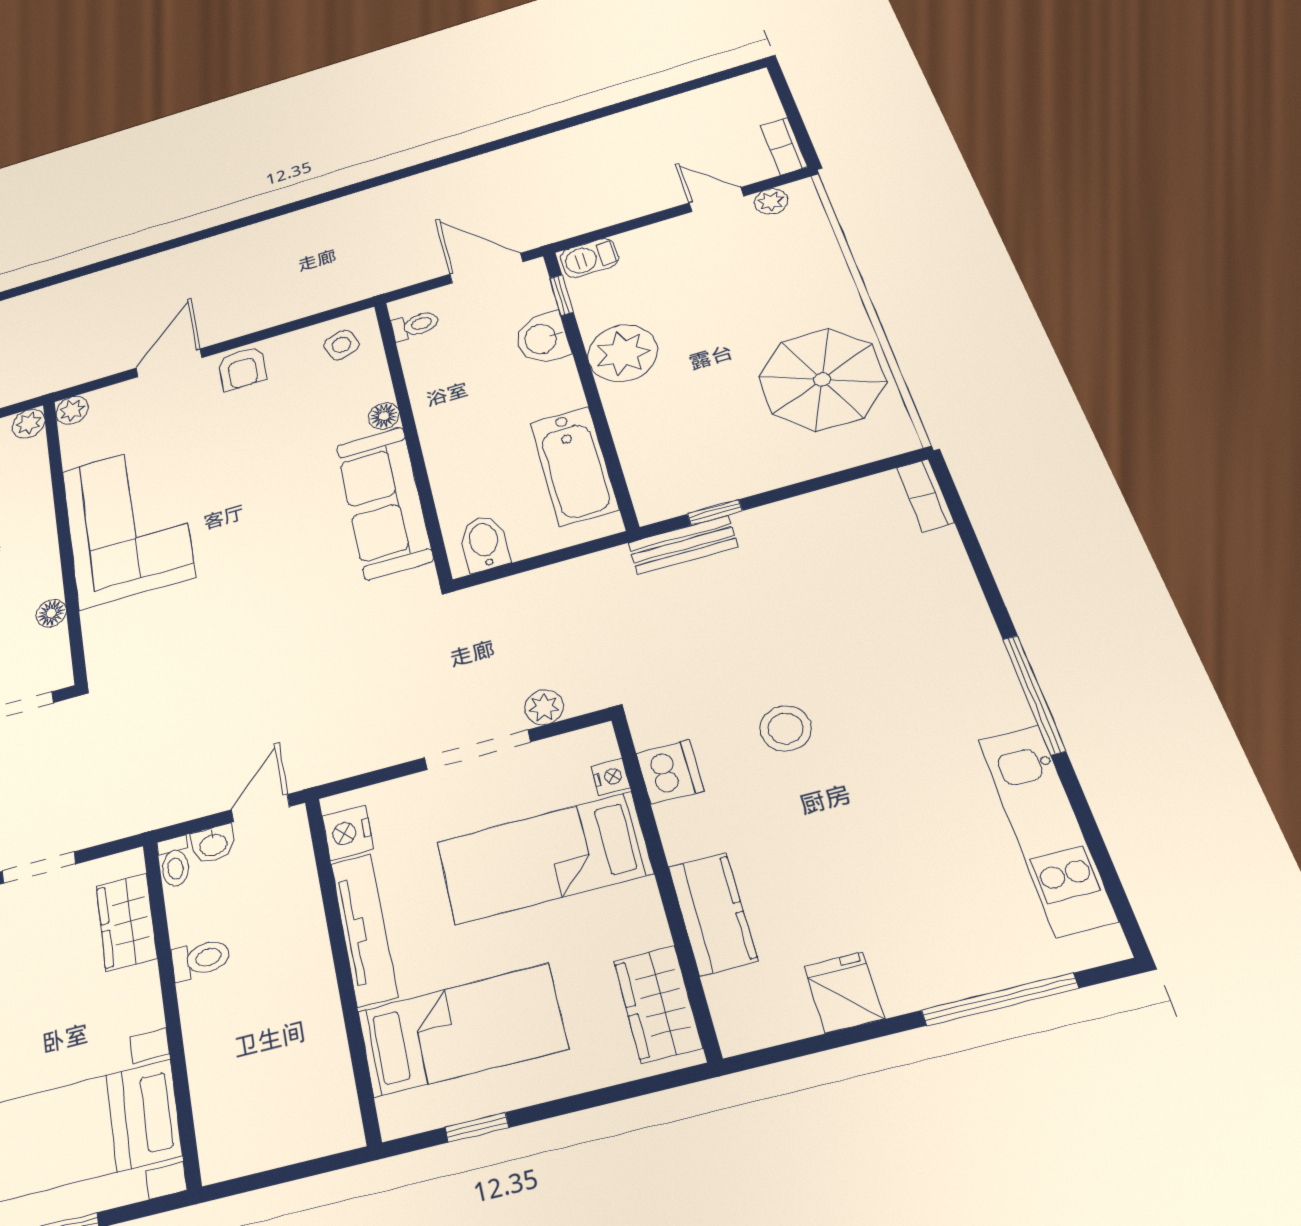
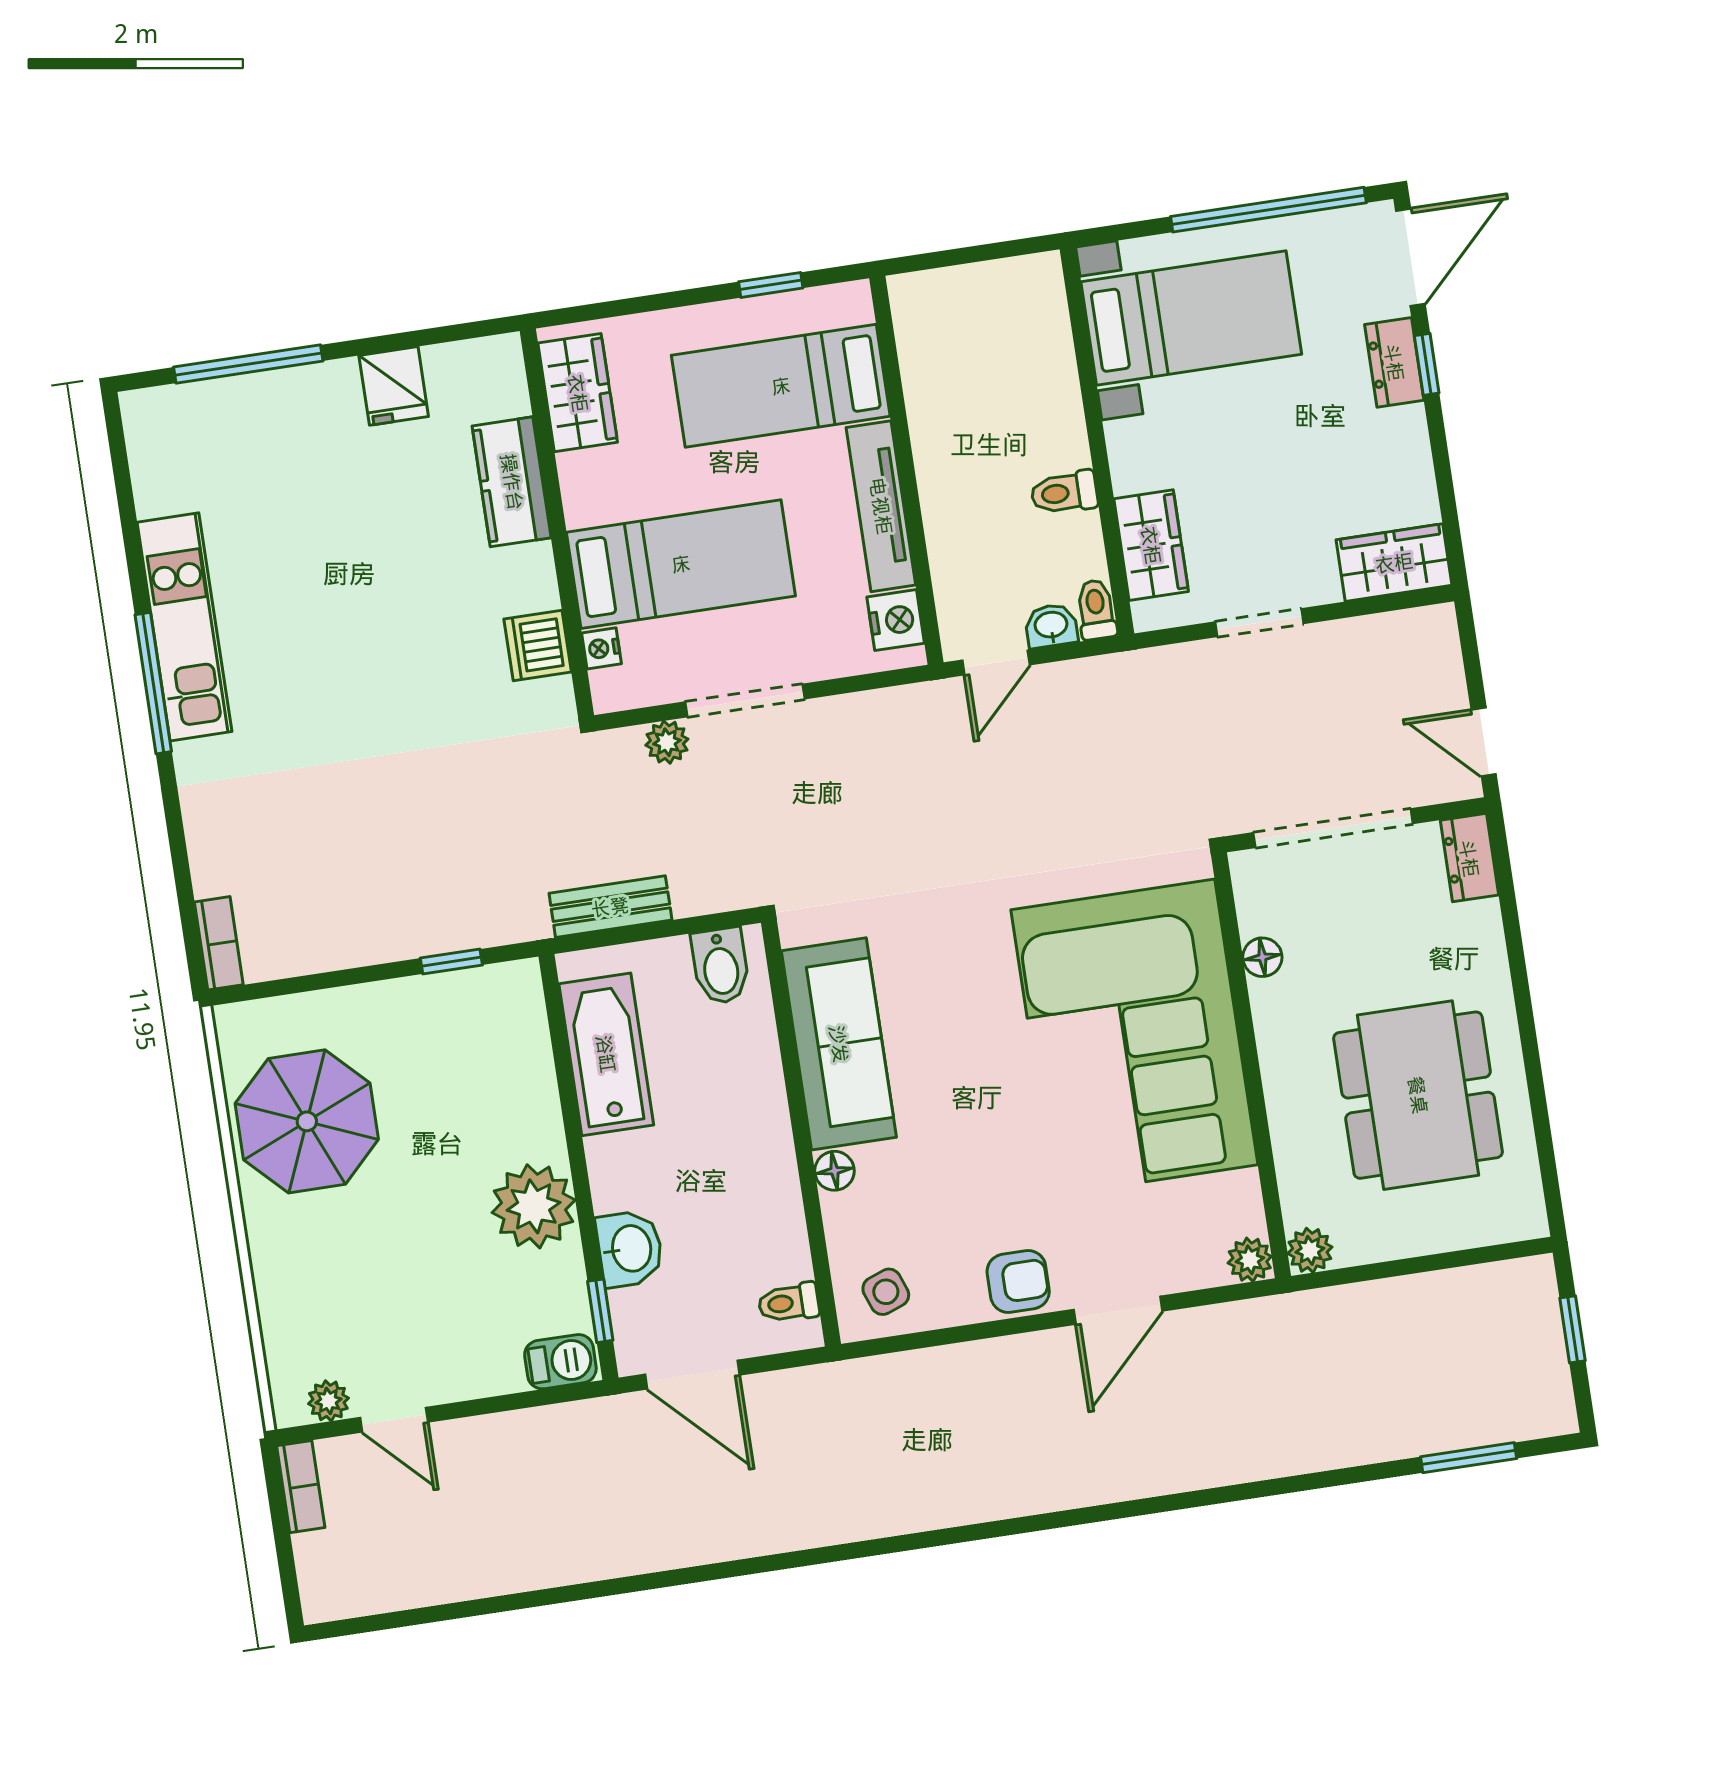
armchair: (242, 368) -> (1018, 1282), turned 90
corner sofa: (128, 523) -> (1134, 1037), width x1.36, depth x1.36
bench: (683, 545) -> (610, 907), moved
stool: (786, 728) -> (410, 680), removed
kitchen unit: (1047, 829) -> (184, 627), moved

